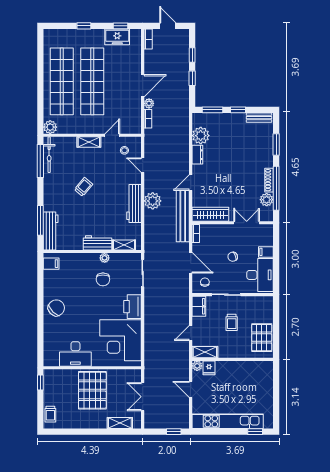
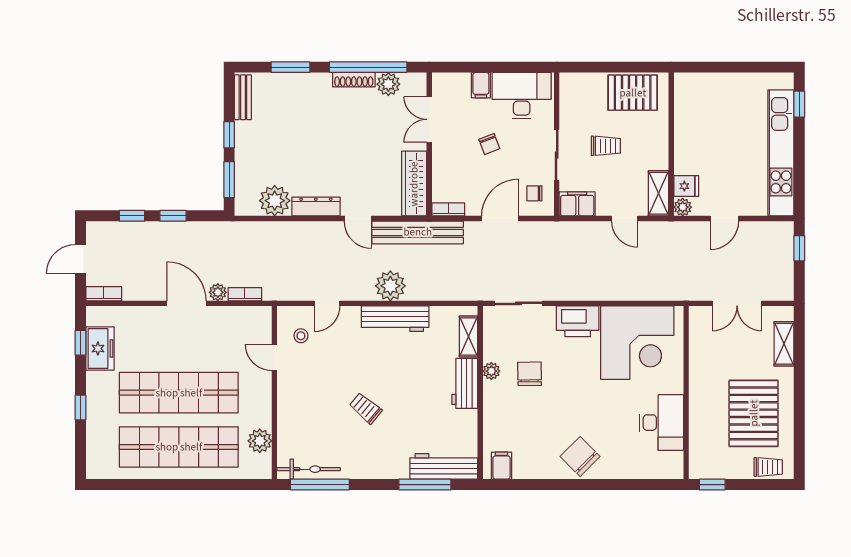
plant: (50, 127) -> (260, 441), moved
shelving: (89, 142) -> (286, 399), removed
dresser: (197, 155) -> (316, 207), width x1.44
chair: (103, 279) -> (530, 374), turned -91
pallet: (92, 390) -> (754, 413), moved, turned 90

